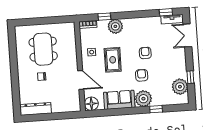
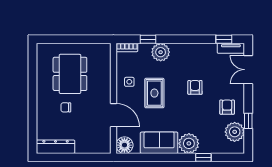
armchair: (142, 75) -> (227, 107), moved

